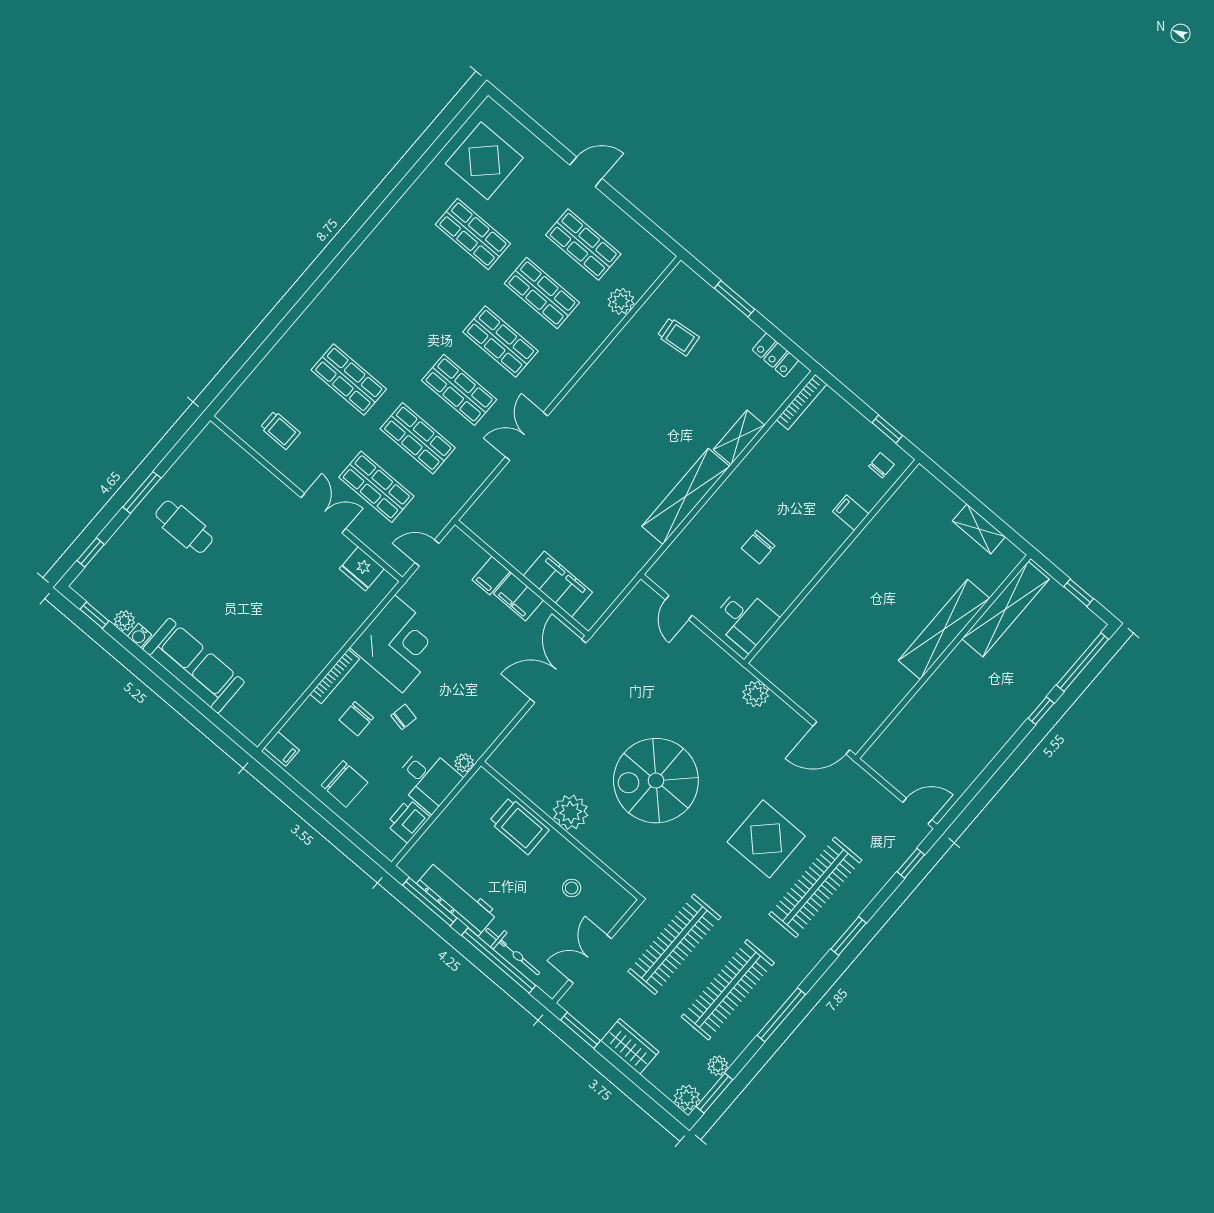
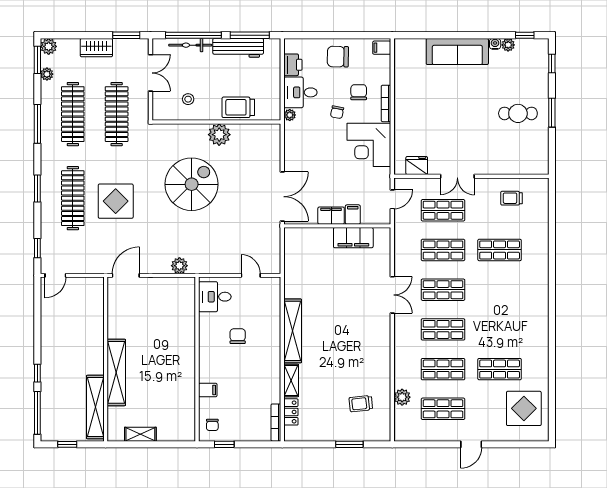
locker: (775, 355) -> (291, 412), moved, turned 90
filing cabinet: (558, 584) -> (353, 238), moved

